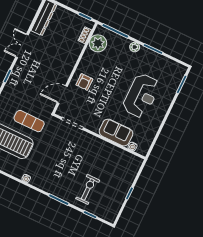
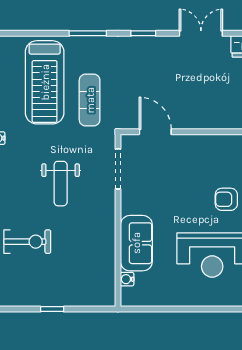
armchair: (84, 82) -> (226, 199), moved
weight bench: (66, 157) -> (61, 184), added

